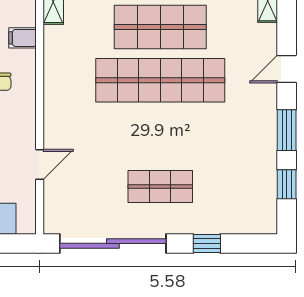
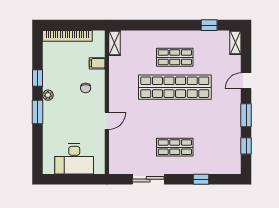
shop shelf: (160, 27) -> (175, 57), width x0.70, depth x0.74
door: (40, 164) -> (107, 121), moved
sliding door: (113, 243) -> (148, 179), width x0.54

